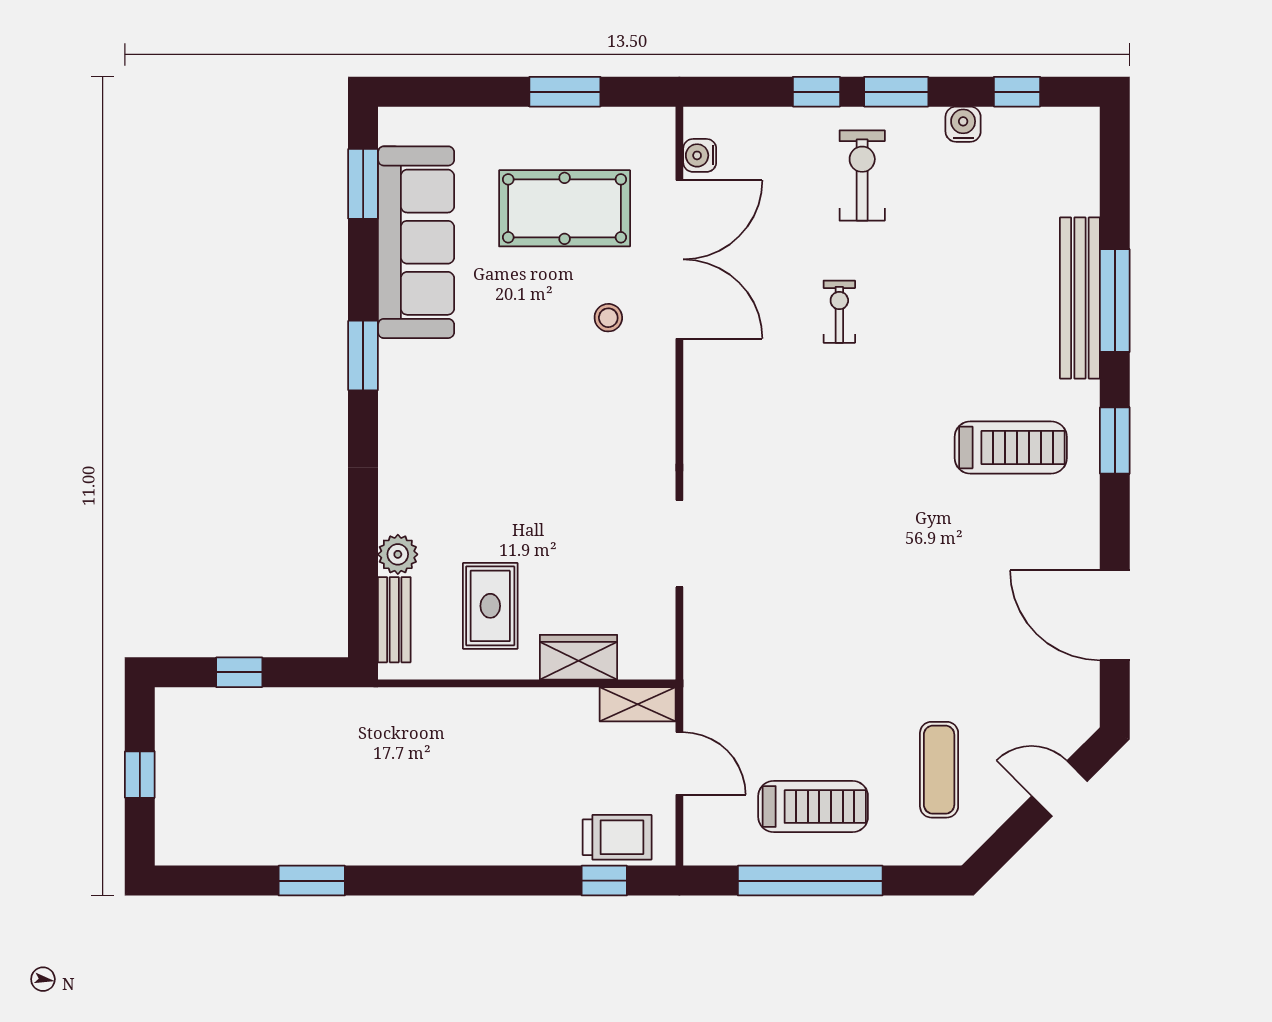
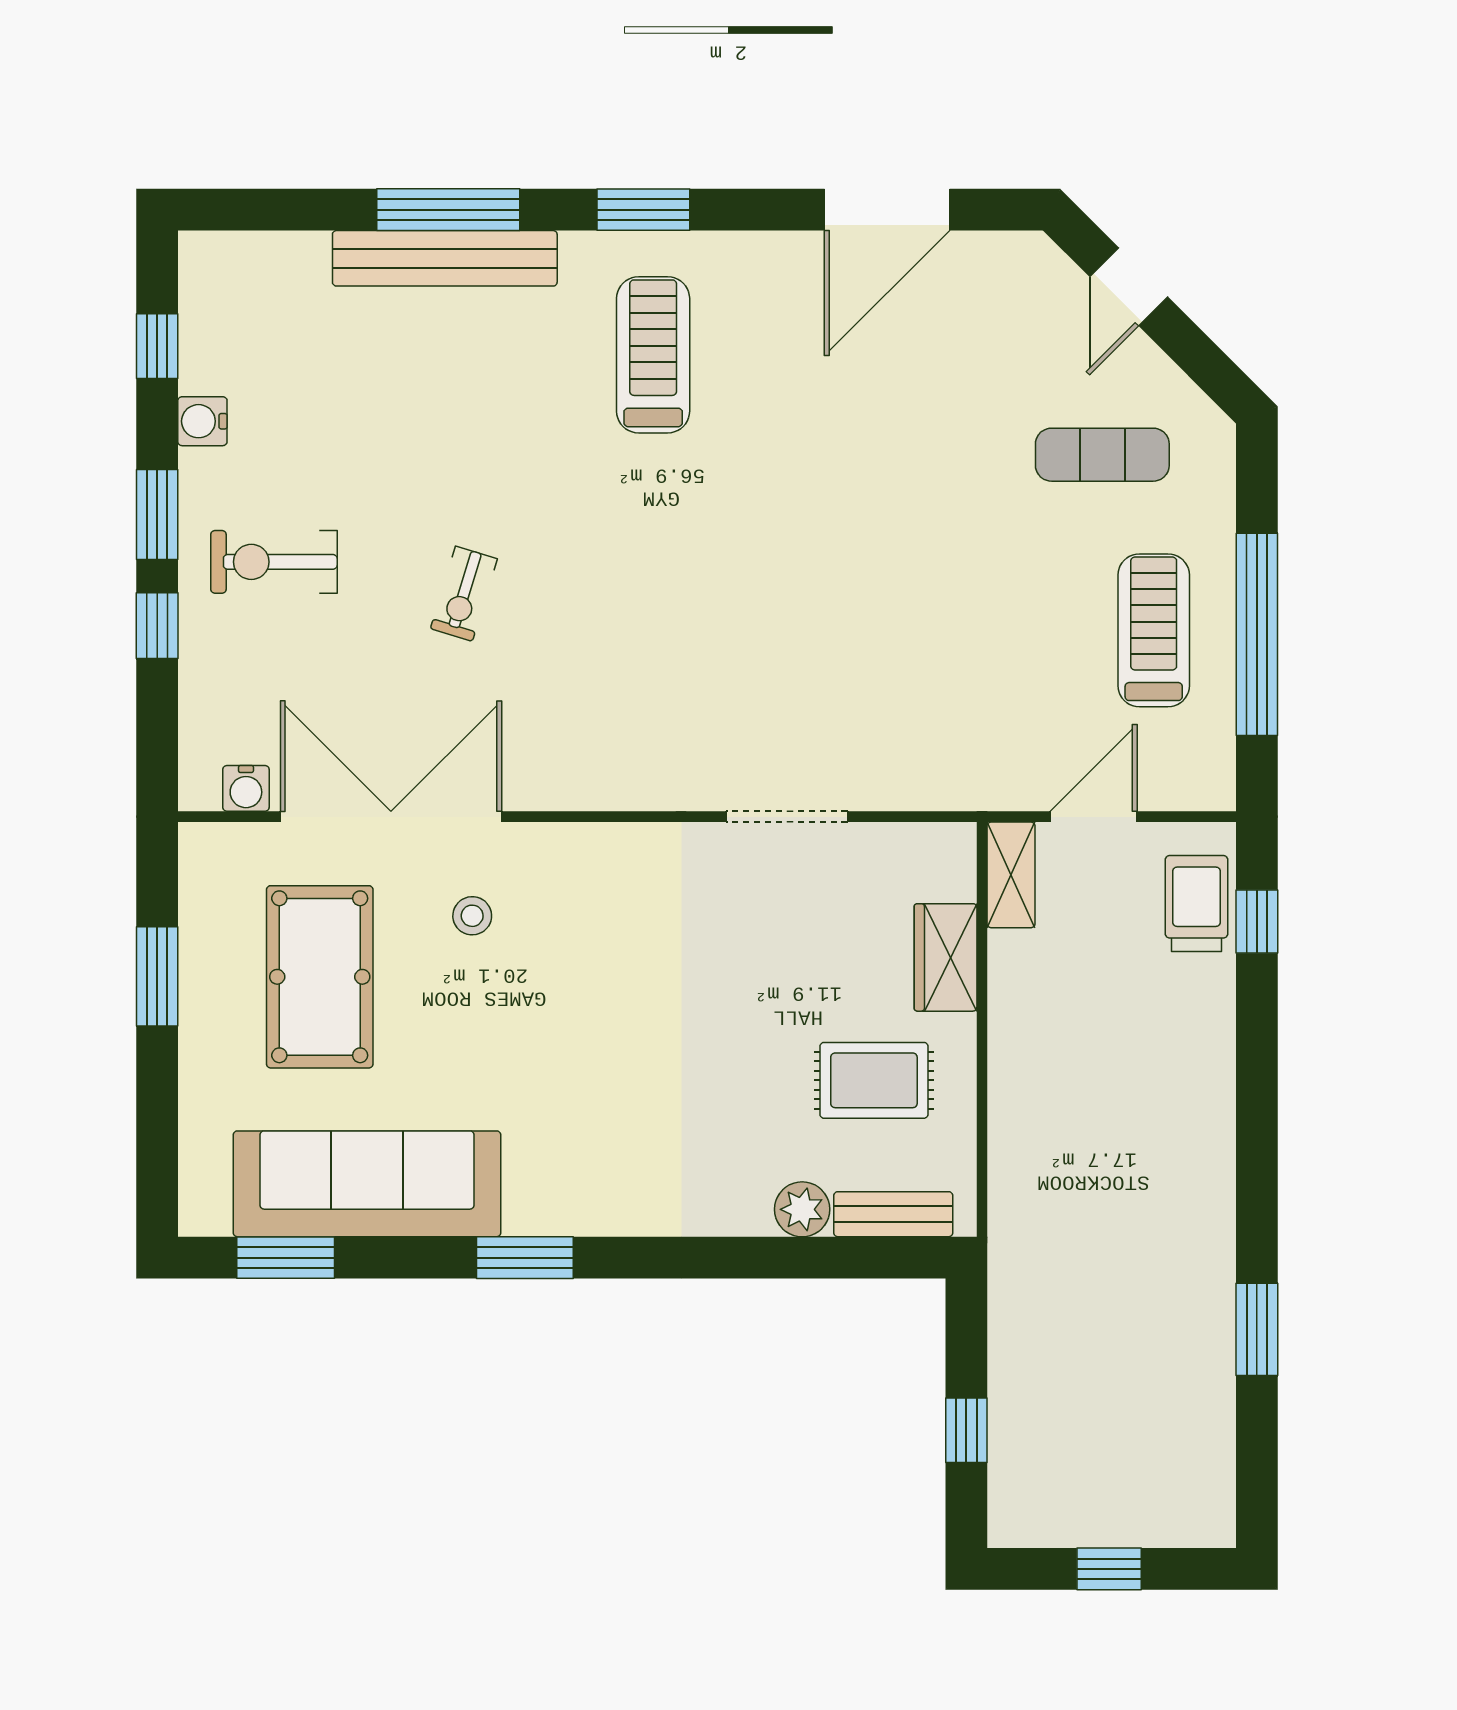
exercise bike: (839, 312) -> (464, 594), turned -73

